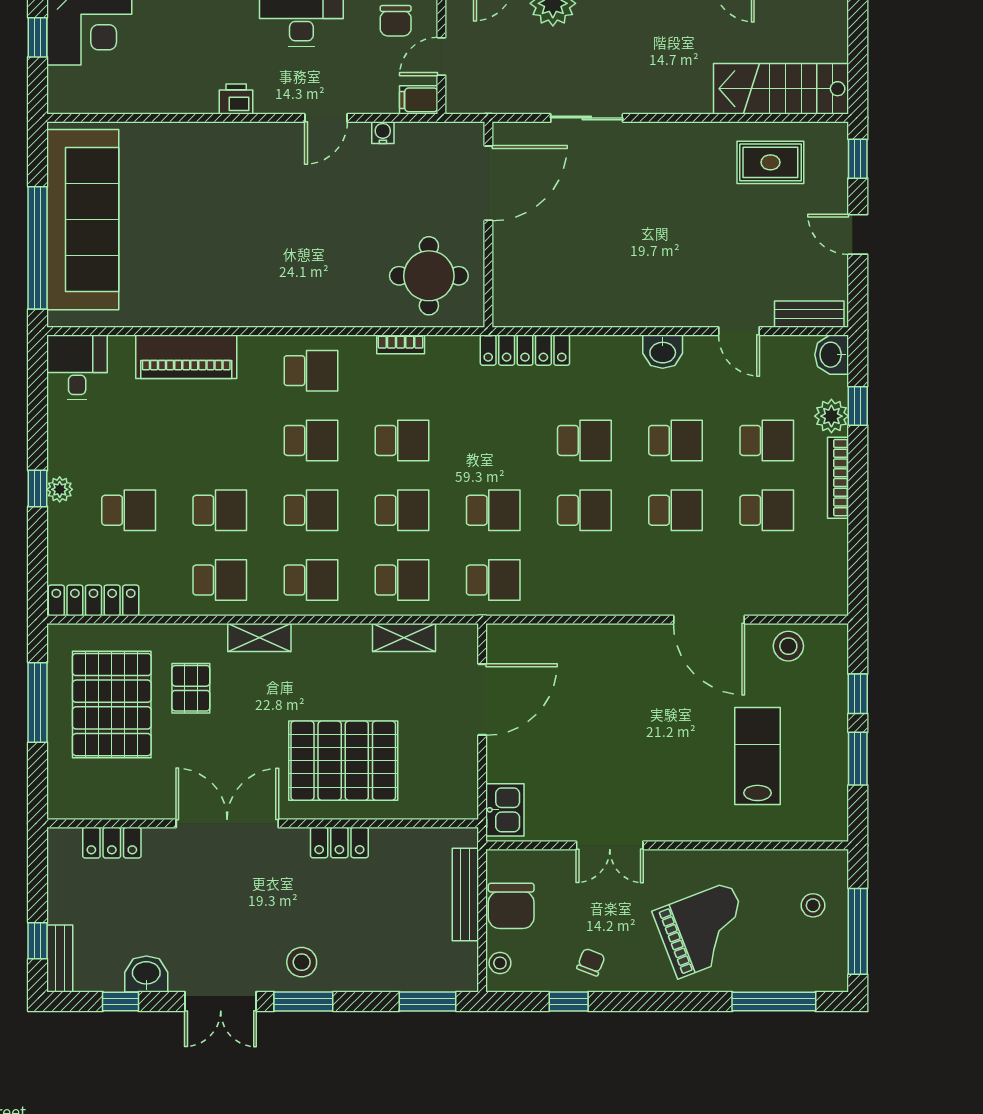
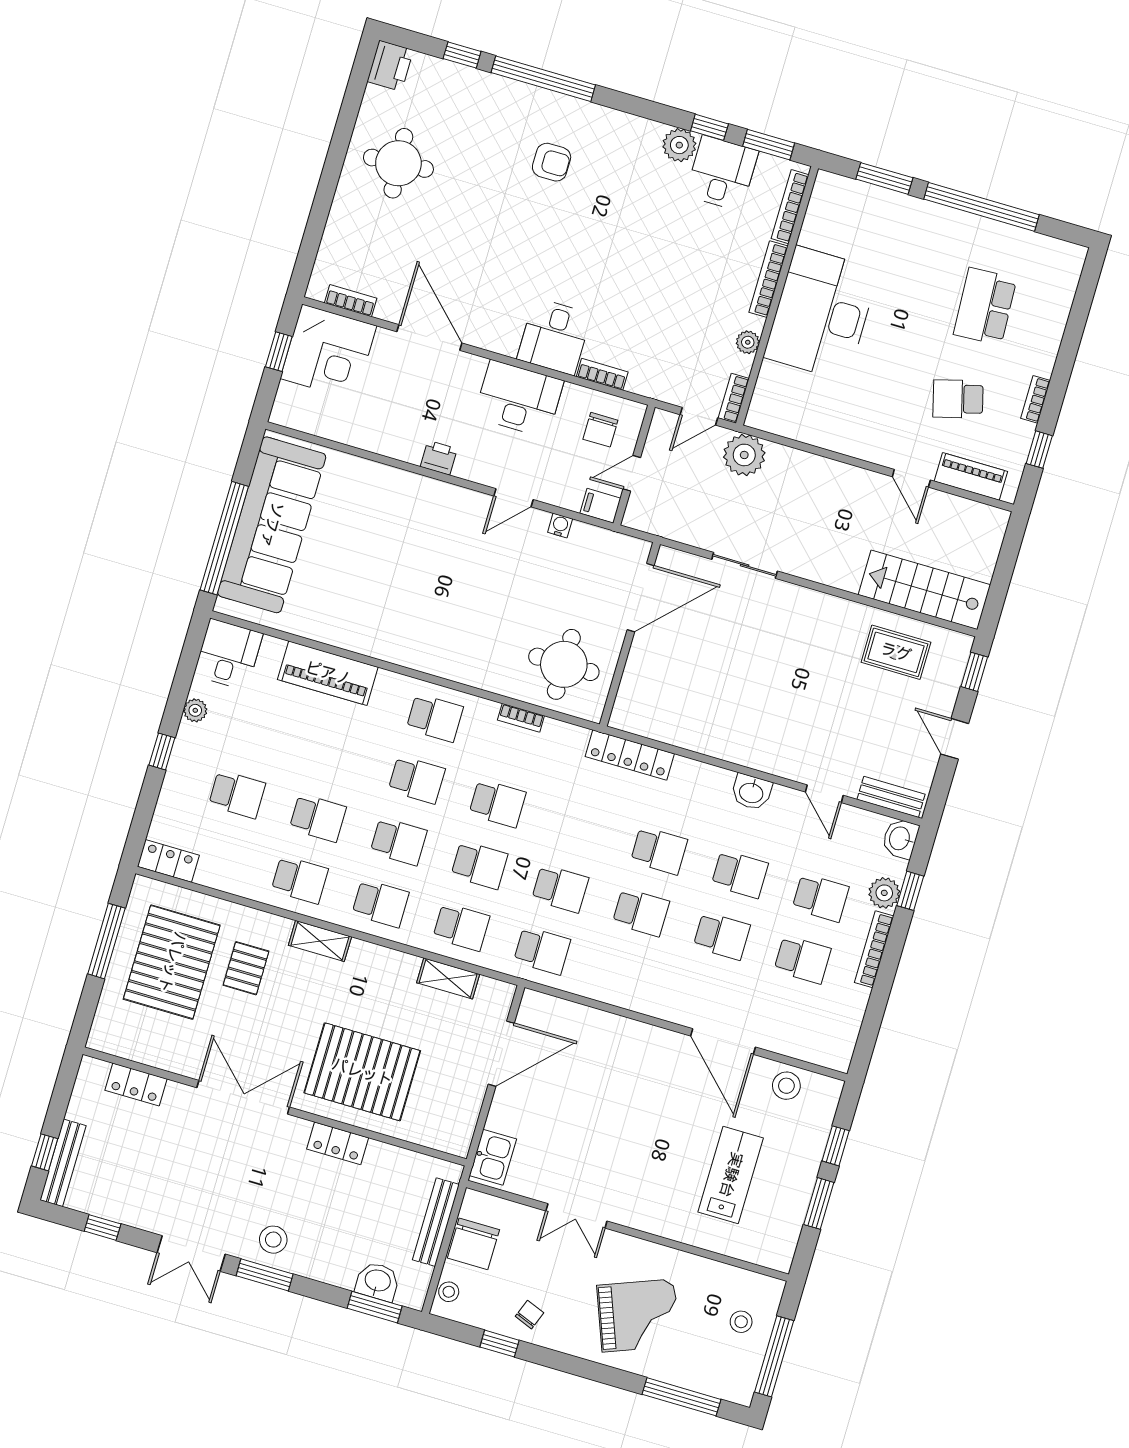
plant: (60, 489) -> (195, 710), moved
locker: (93, 600) -> (168, 861), width x0.66
bench: (60, 958) -> (63, 1163), width x1.36
washbasin: (146, 974) -> (377, 1281), moved

